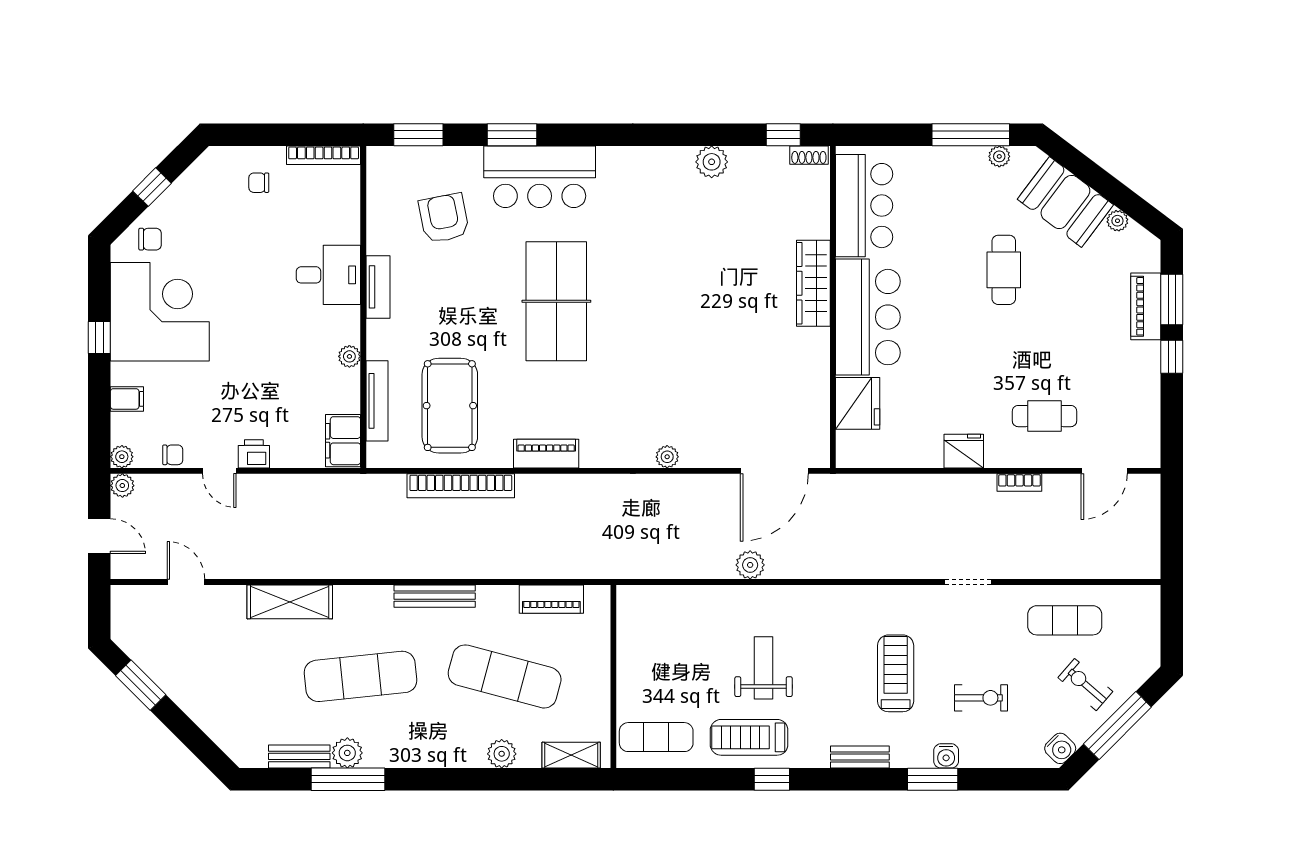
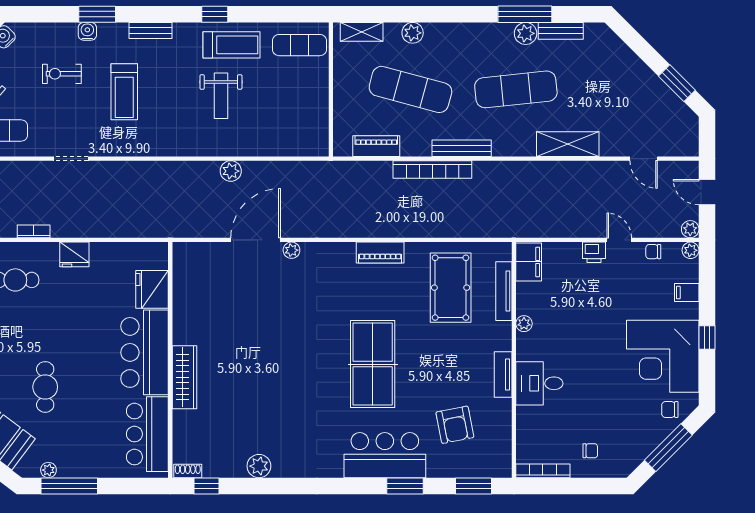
window: (152, 187) -> (668, 448), width x2.17
door: (774, 471) -> (256, 240), moved
bookcase: (461, 486) -> (432, 169), moved, turned 180

